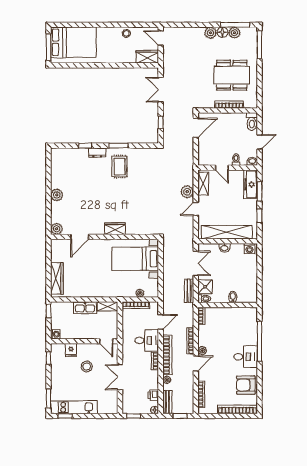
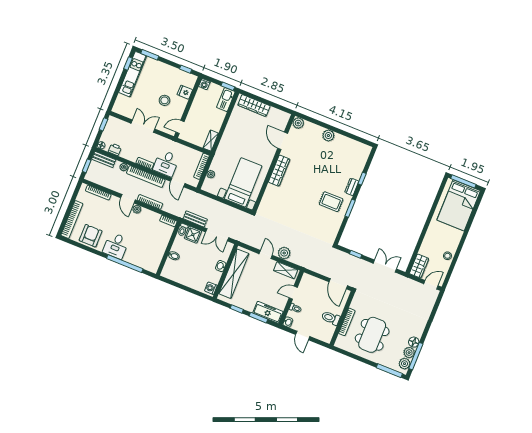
plant: (210, 33) -> (404, 364), moved
toilet: (252, 122) -> (331, 318), moved
wardrobe: (115, 229) -> (279, 171), width x1.50
kitchen sink: (85, 308) -> (226, 100), moved

